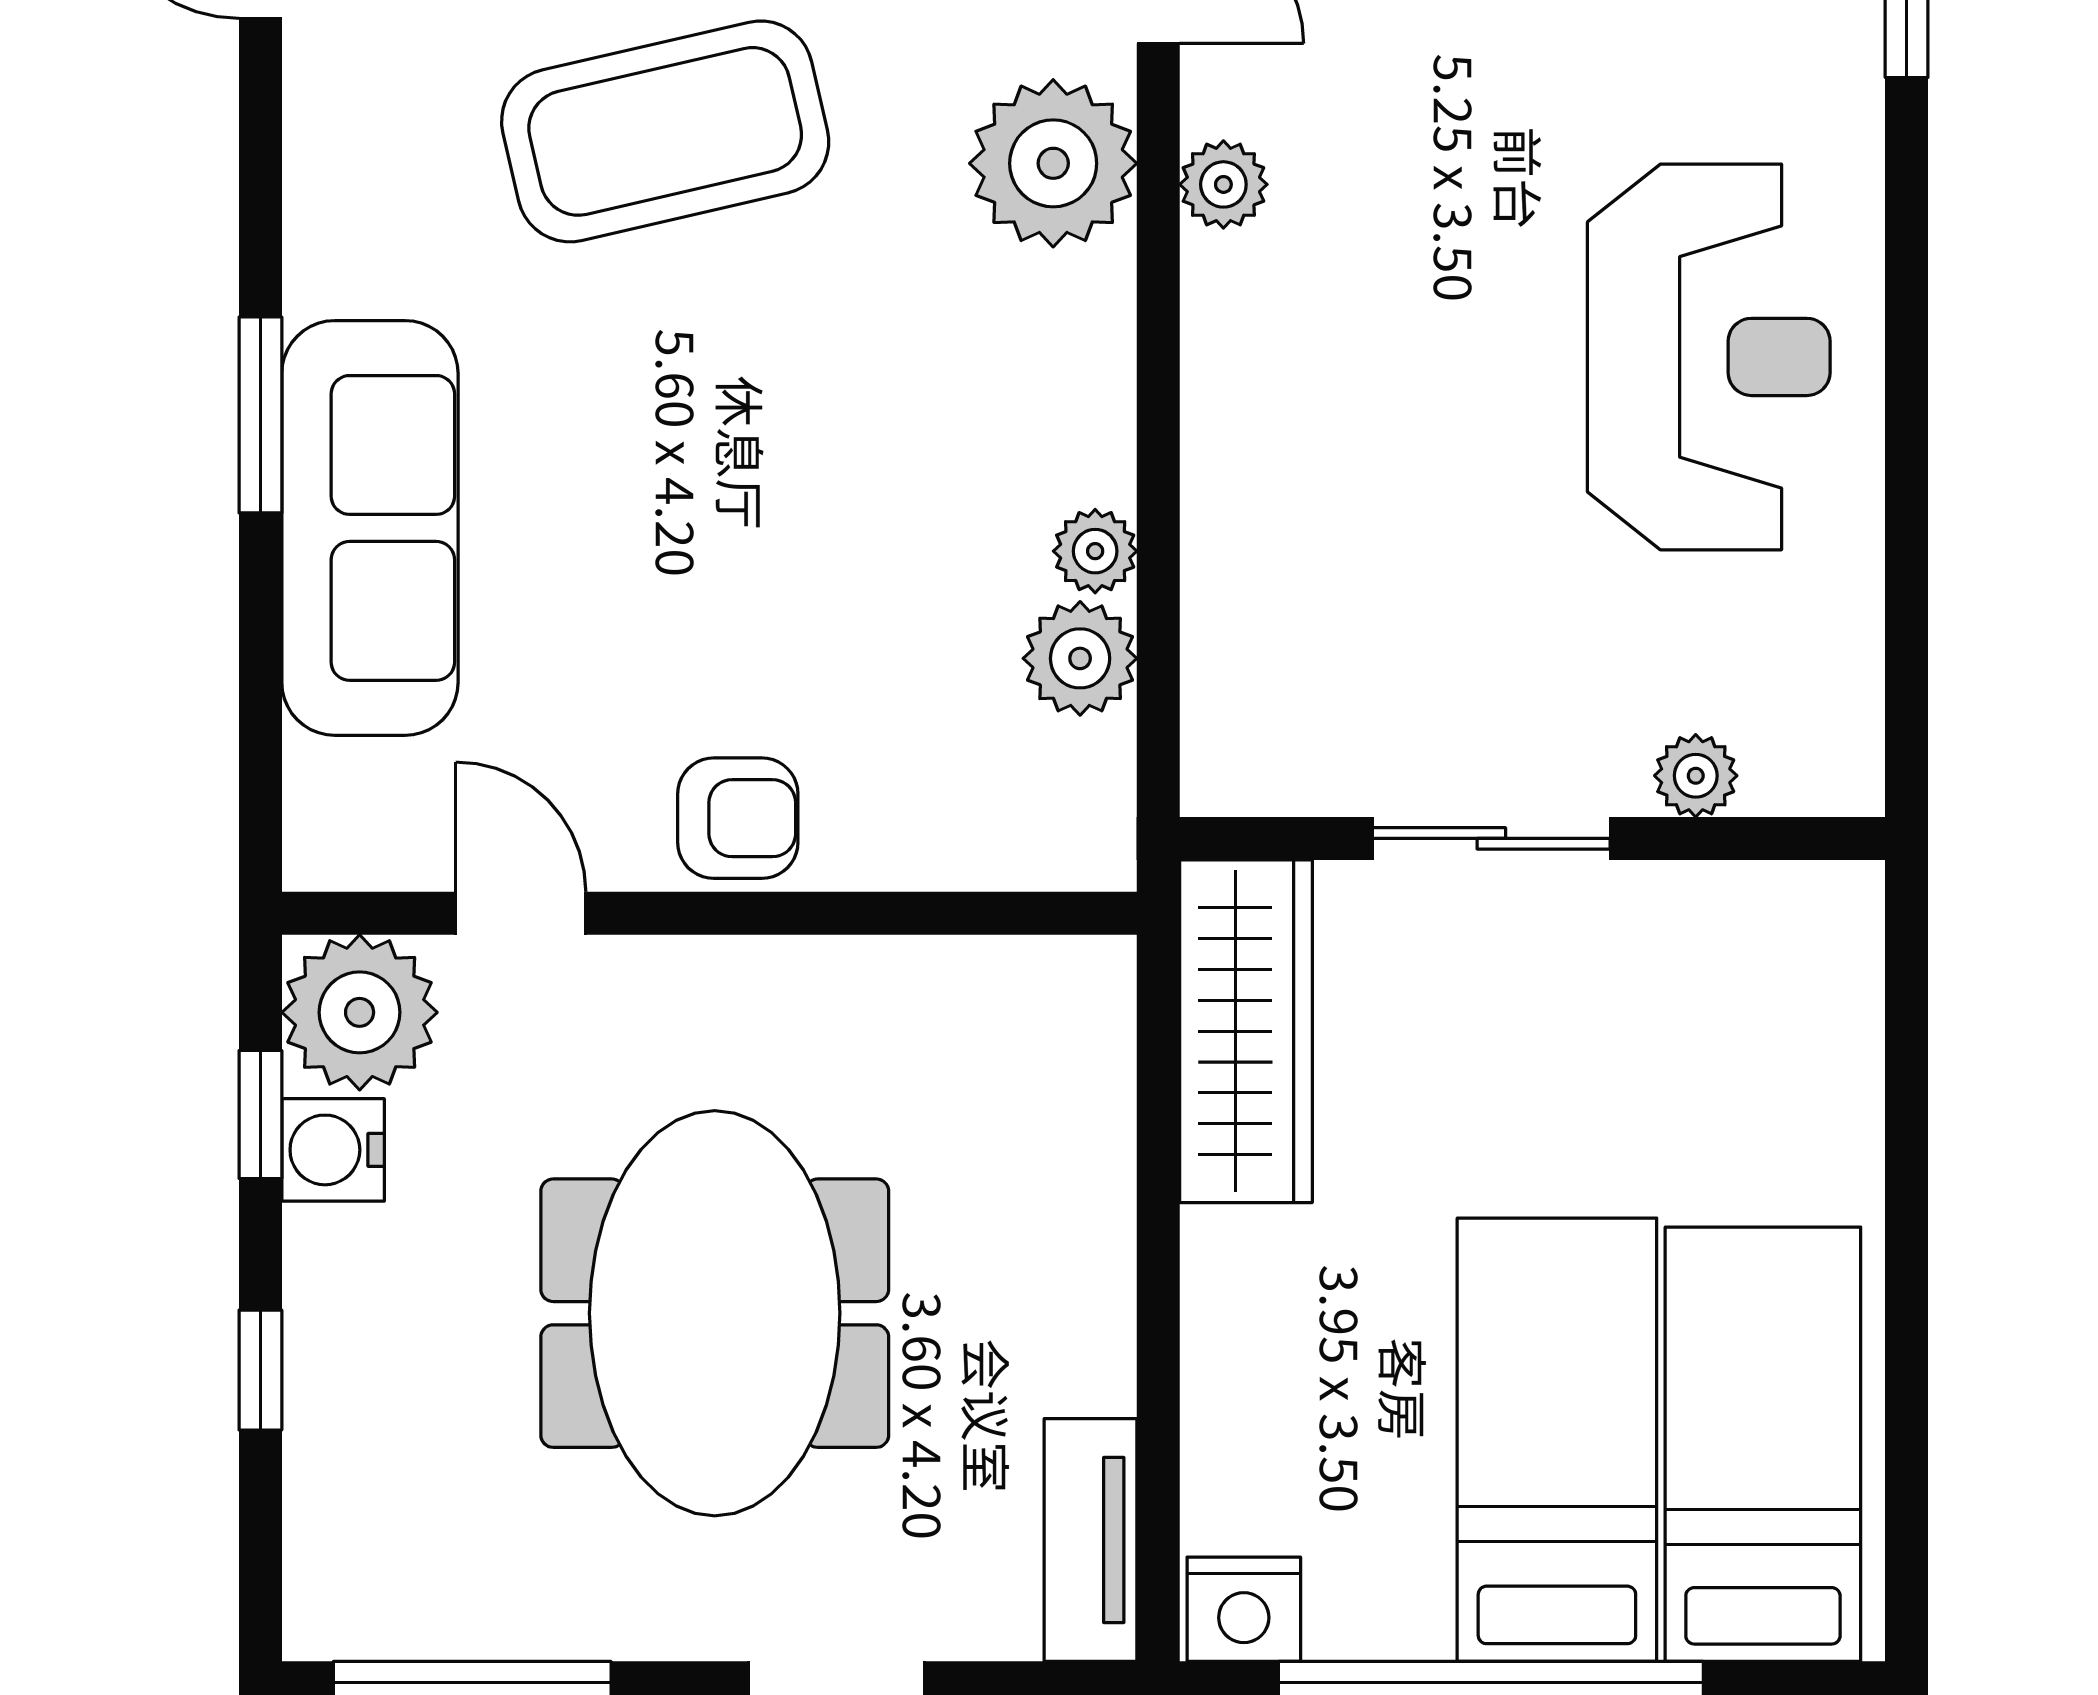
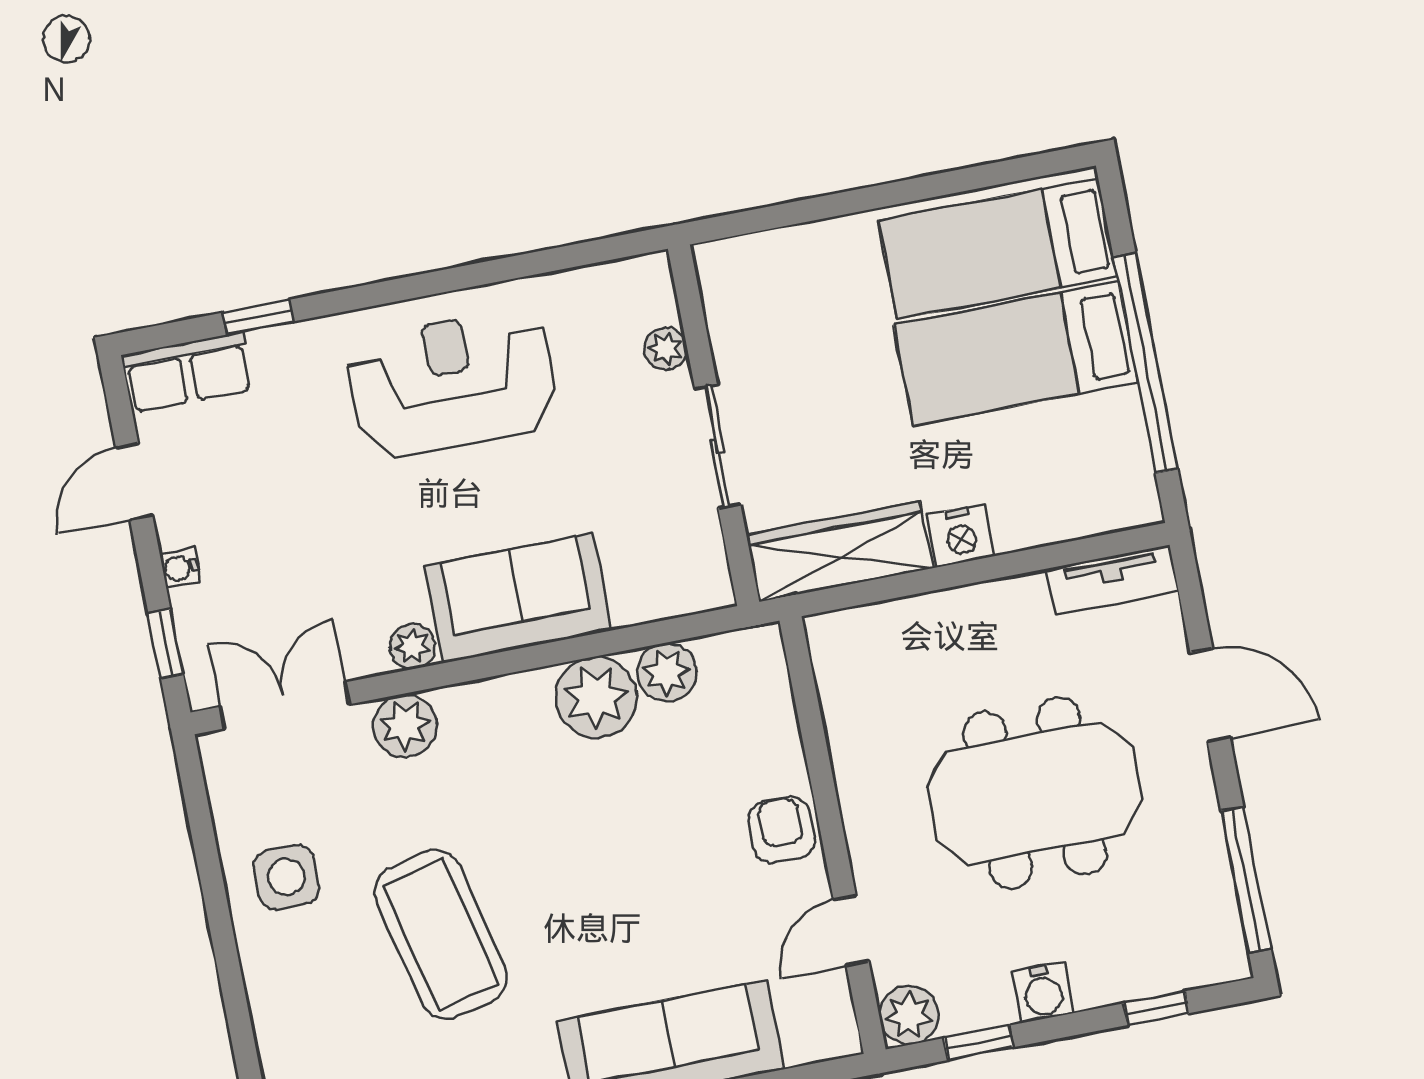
plant: (1053, 163) -> (405, 726), width x0.73, depth x0.73
sofa: (1276, 403) -> (518, 598), added
plant: (1095, 551) -> (596, 697), width x1.87, depth x1.87
plant: (360, 1012) -> (909, 1015), width x0.73, depth x0.73
water cooler: (333, 1150) -> (1043, 992), moved
window: (260, 1370) -> (1156, 1008), moved
nightstand: (1244, 1609) -> (961, 535), moved, turned 90

